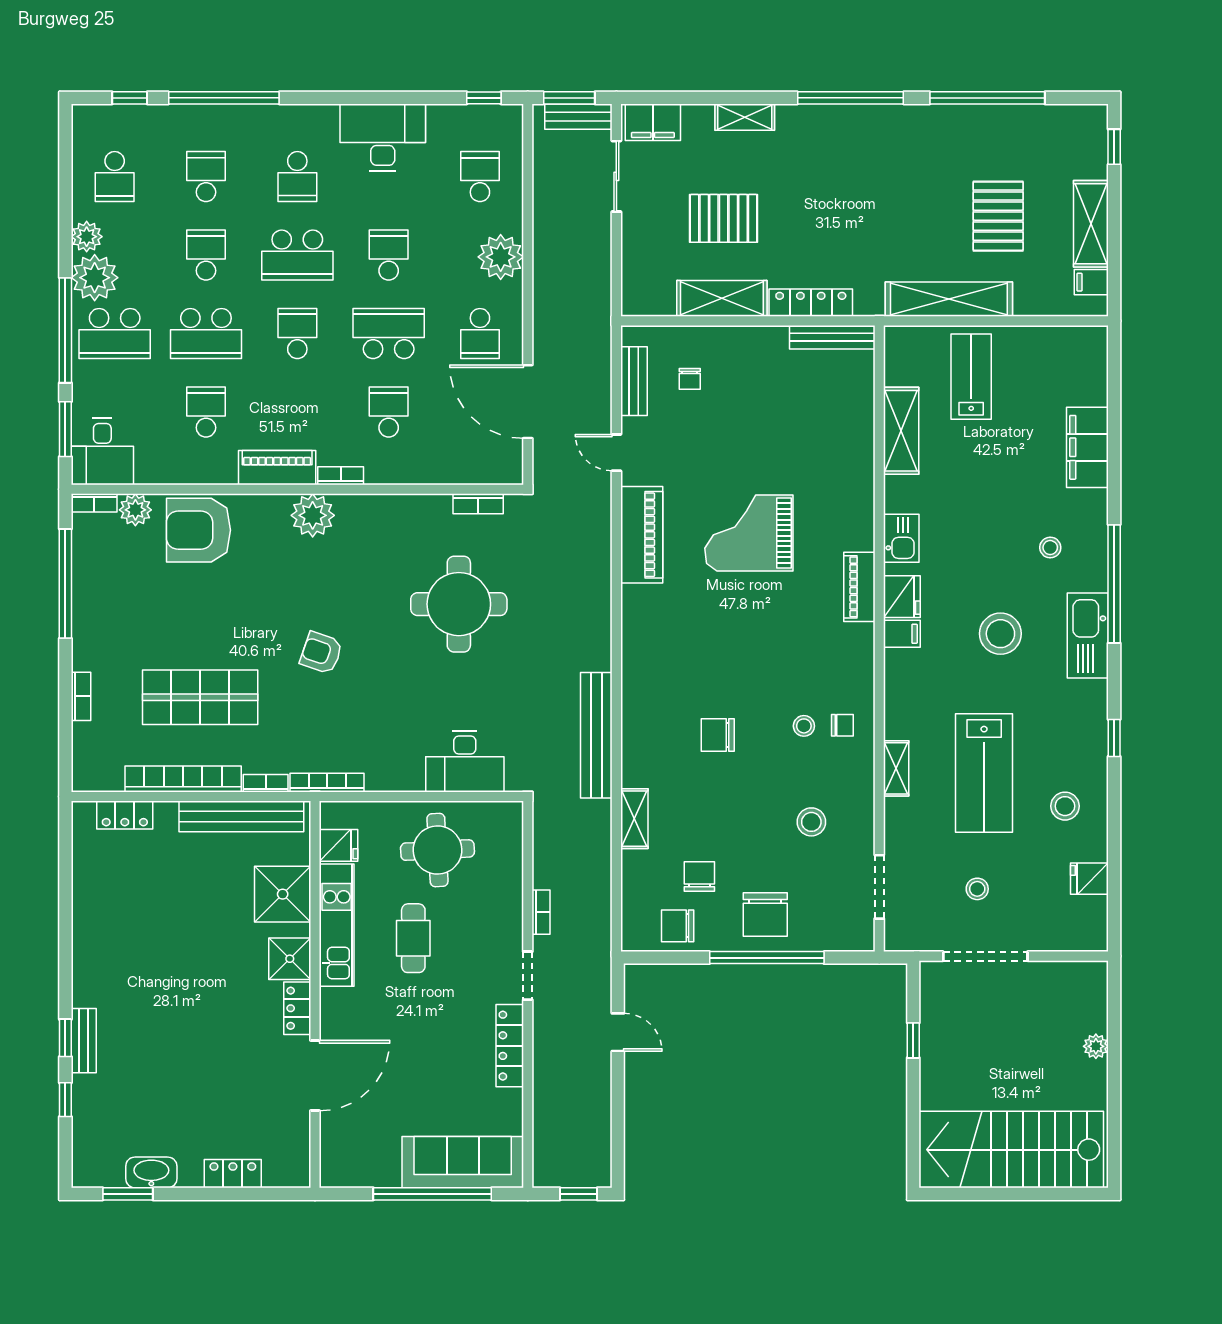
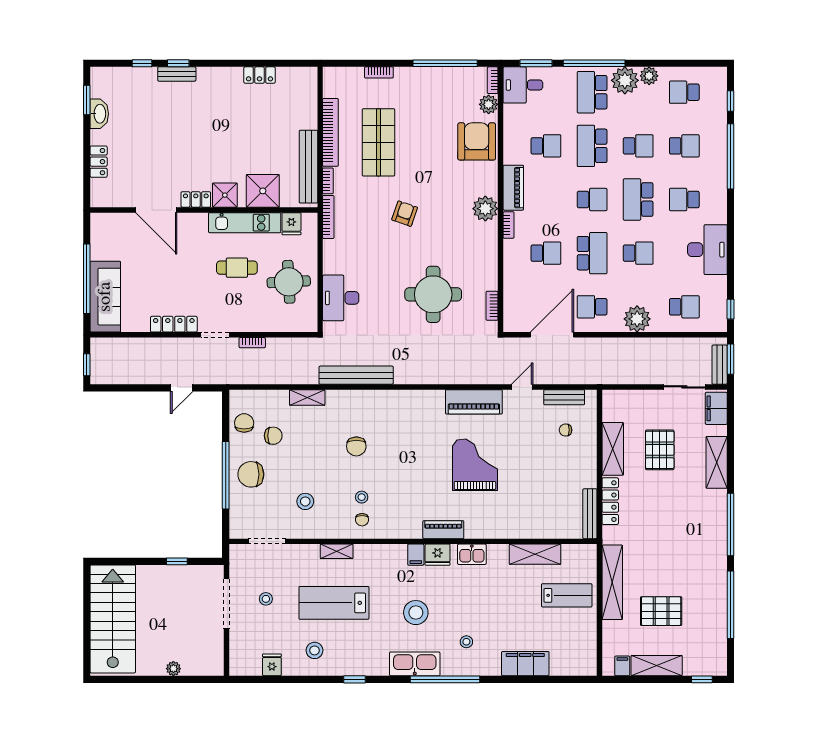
shelving: (745, 117) -> (717, 462), width x1.50, depth x1.33
chair: (718, 735) -> (356, 446), turned 180
locker: (125, 815) -> (259, 75), moved, turned -90

